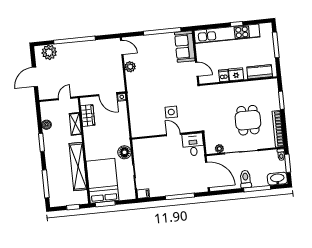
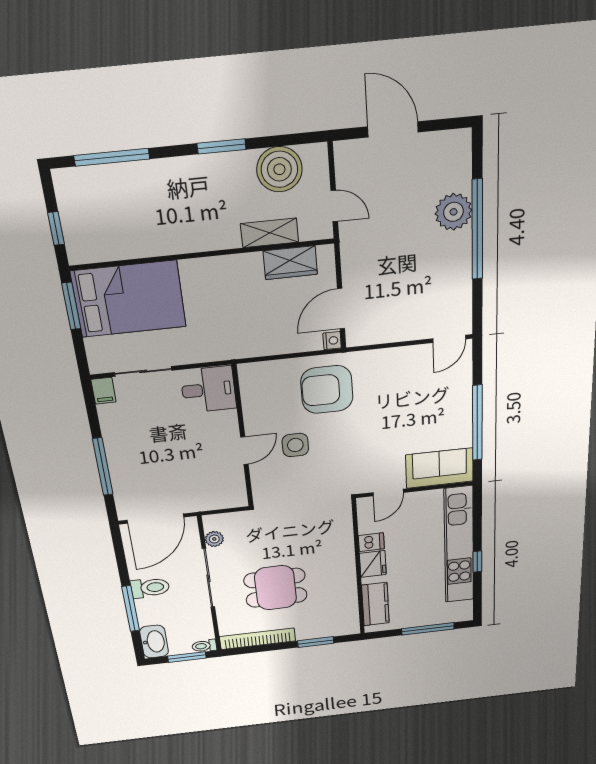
plant: (49, 52) -> (454, 212), moved
plant: (130, 67) -> (403, 358), removed
armchair: (145, 99) -> (327, 390), added
boiler: (47, 125) -> (279, 169), width x1.86, depth x1.86
desk: (193, 145) -> (208, 390), moved
floor lamp: (124, 152) -> (201, 348), removed
shelving: (78, 167) -> (162, 240), removed

